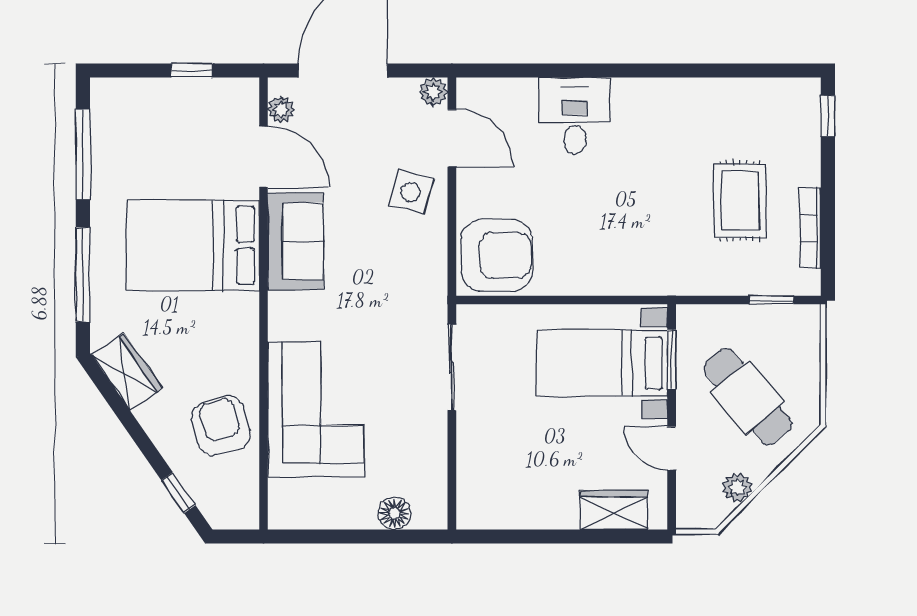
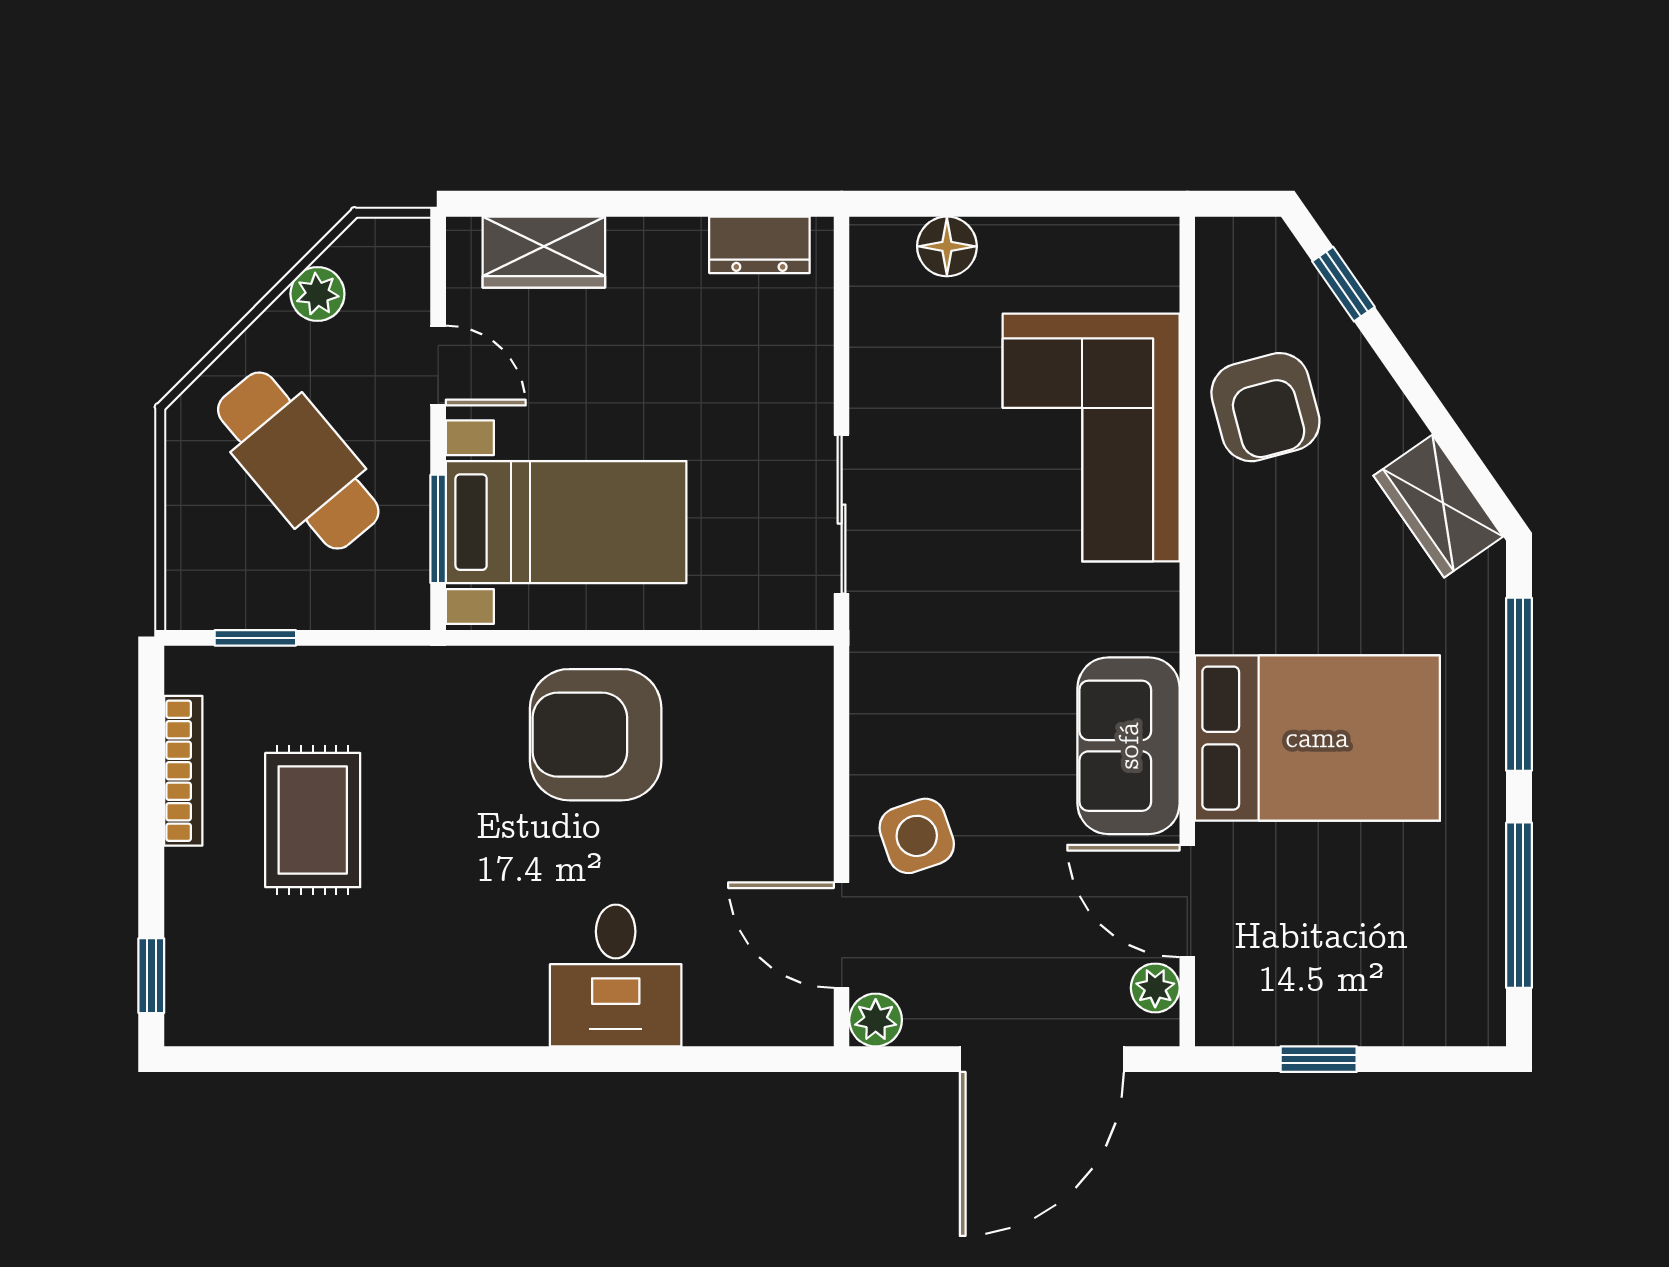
side table: (411, 192) -> (917, 836), turned -34
armchair: (497, 255) -> (596, 735), moved
dresser: (497, 514) -> (759, 245), added

